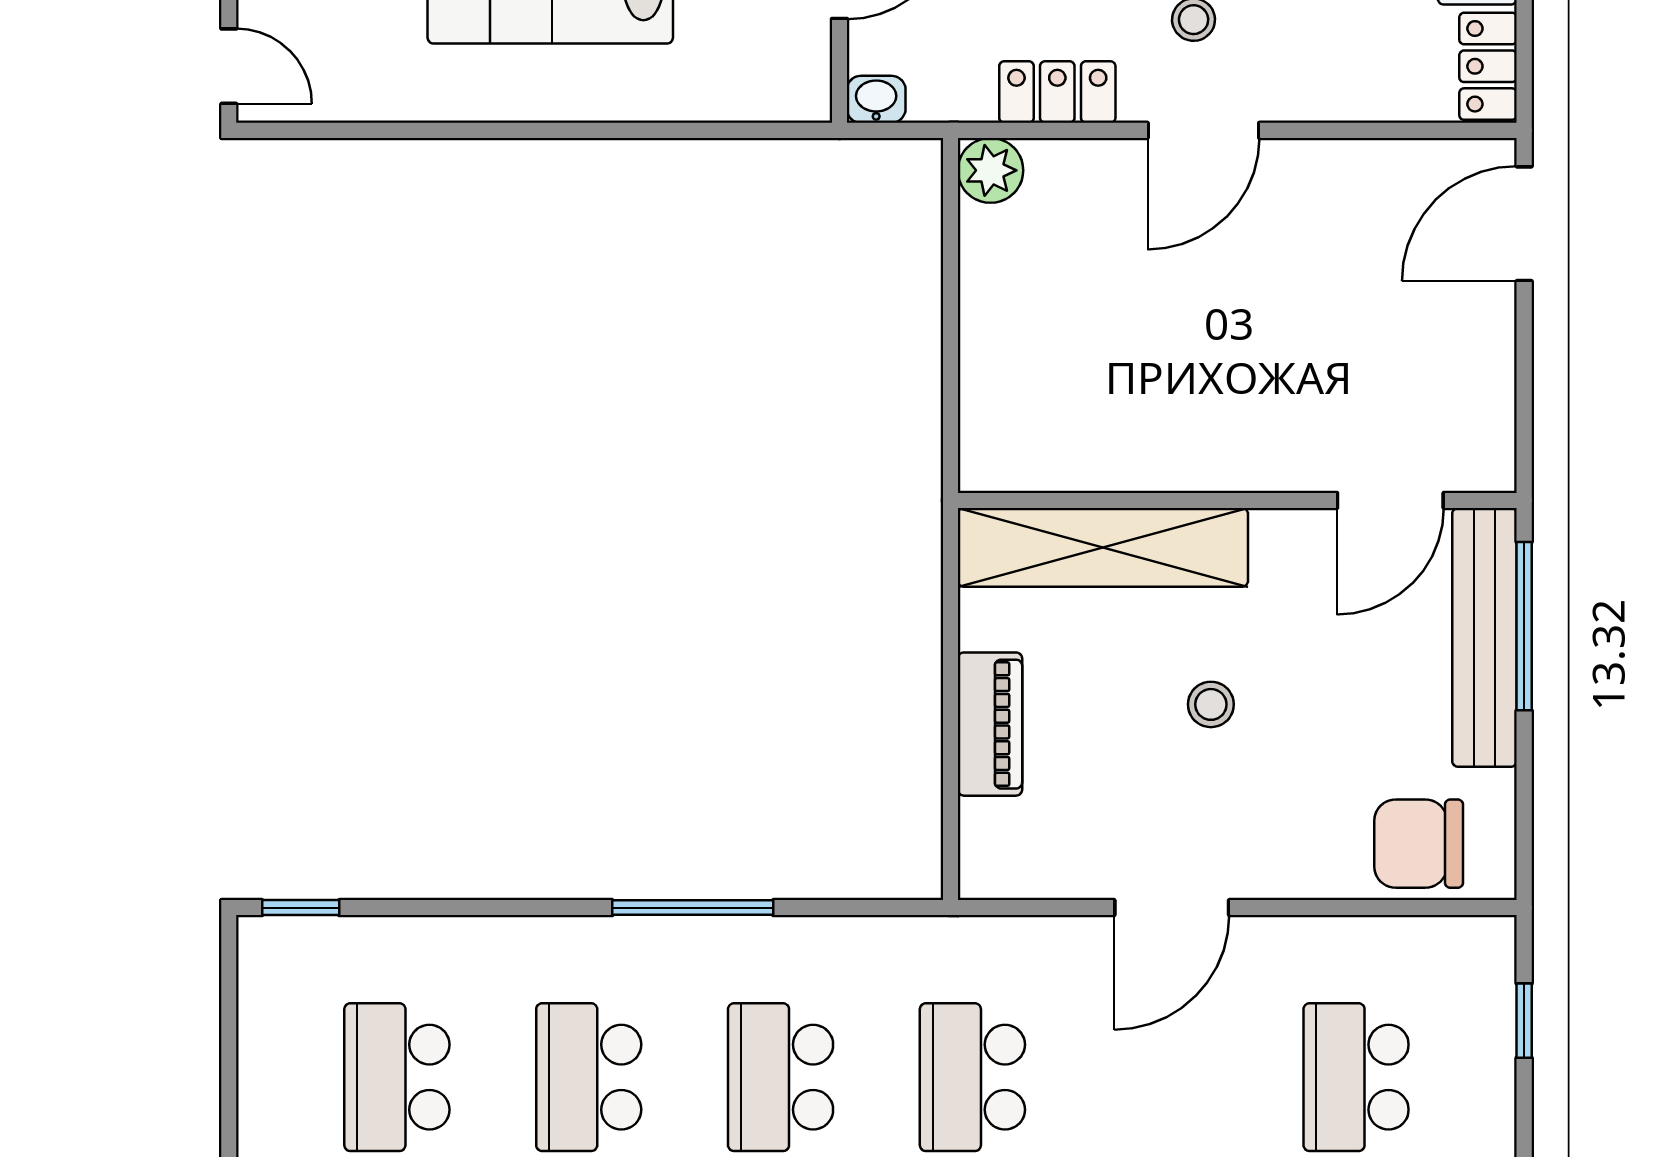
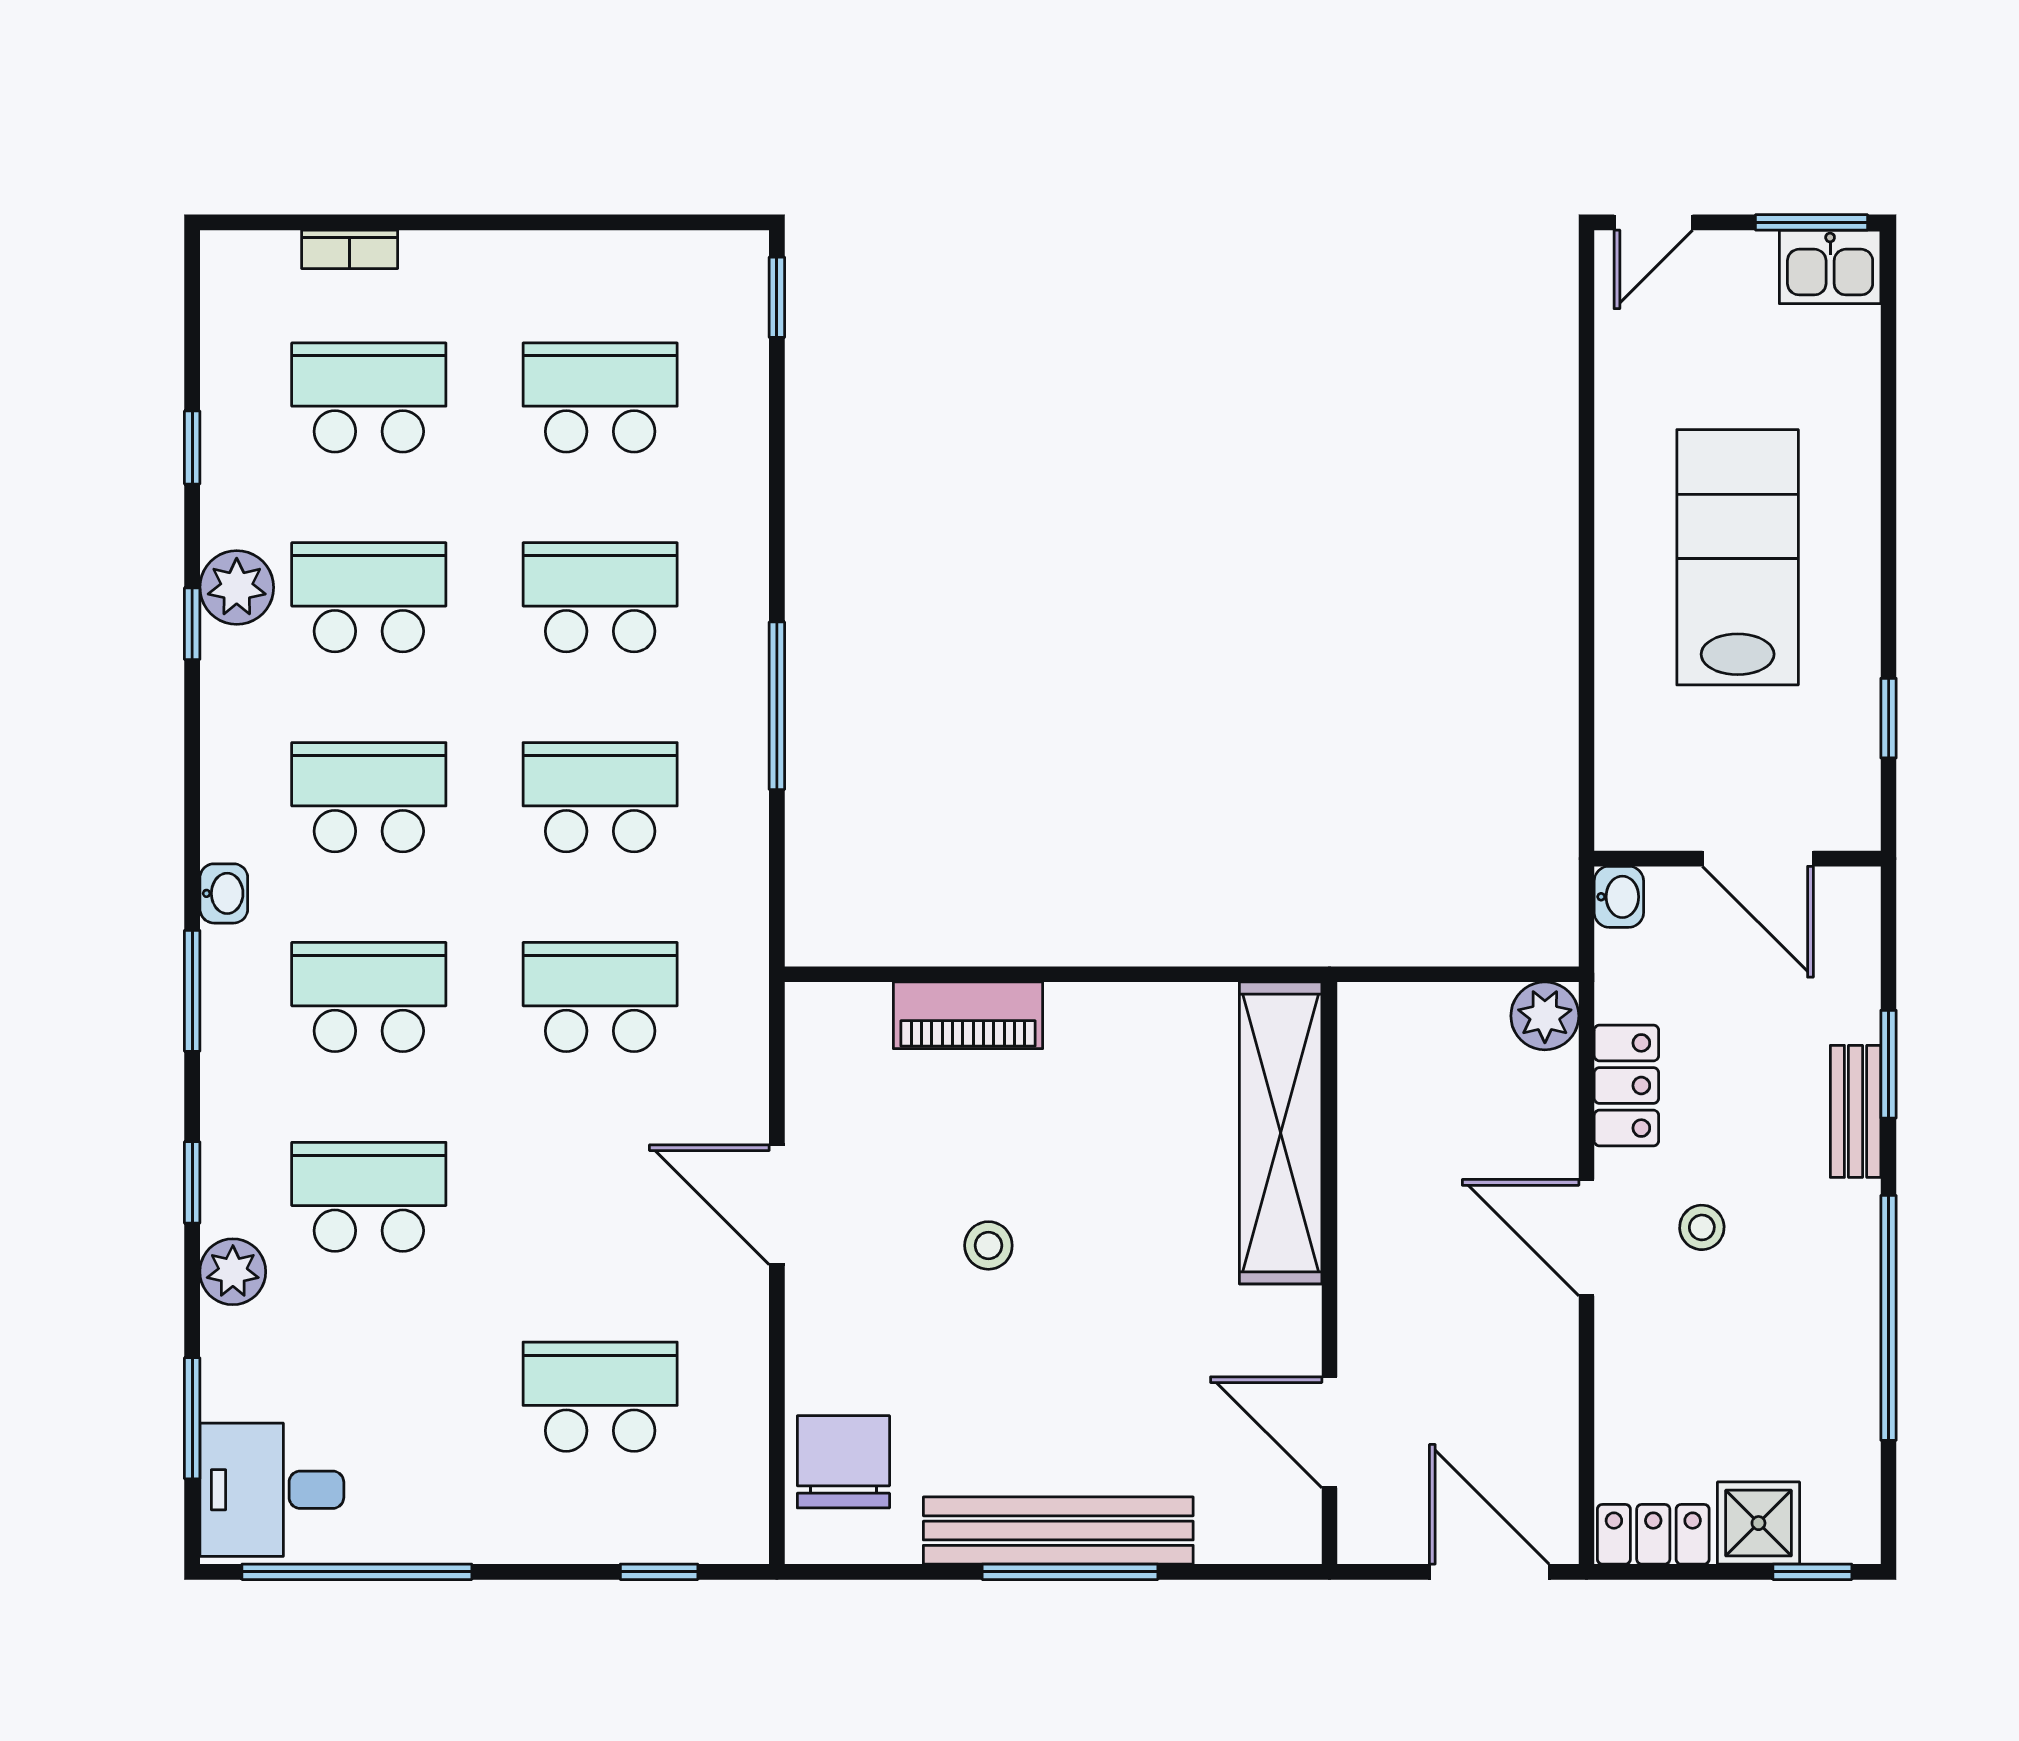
wall: (1237, 500) -> (1329, 1273), moved
door: (1390, 500) -> (1329, 1432), moved
shelving: (1103, 547) -> (1281, 1133), moved

